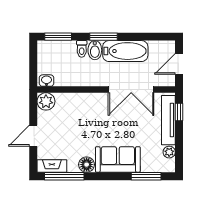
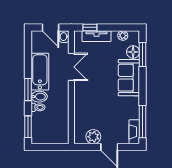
washbasin: (47, 81) -> (64, 37), moved
double door: (131, 90) -> (71, 67), width x0.73
plant: (46, 101) -> (93, 137), moved
tv unit: (168, 120) -> (97, 36), width x0.71
floor lamp: (87, 165) -> (133, 52), moved

